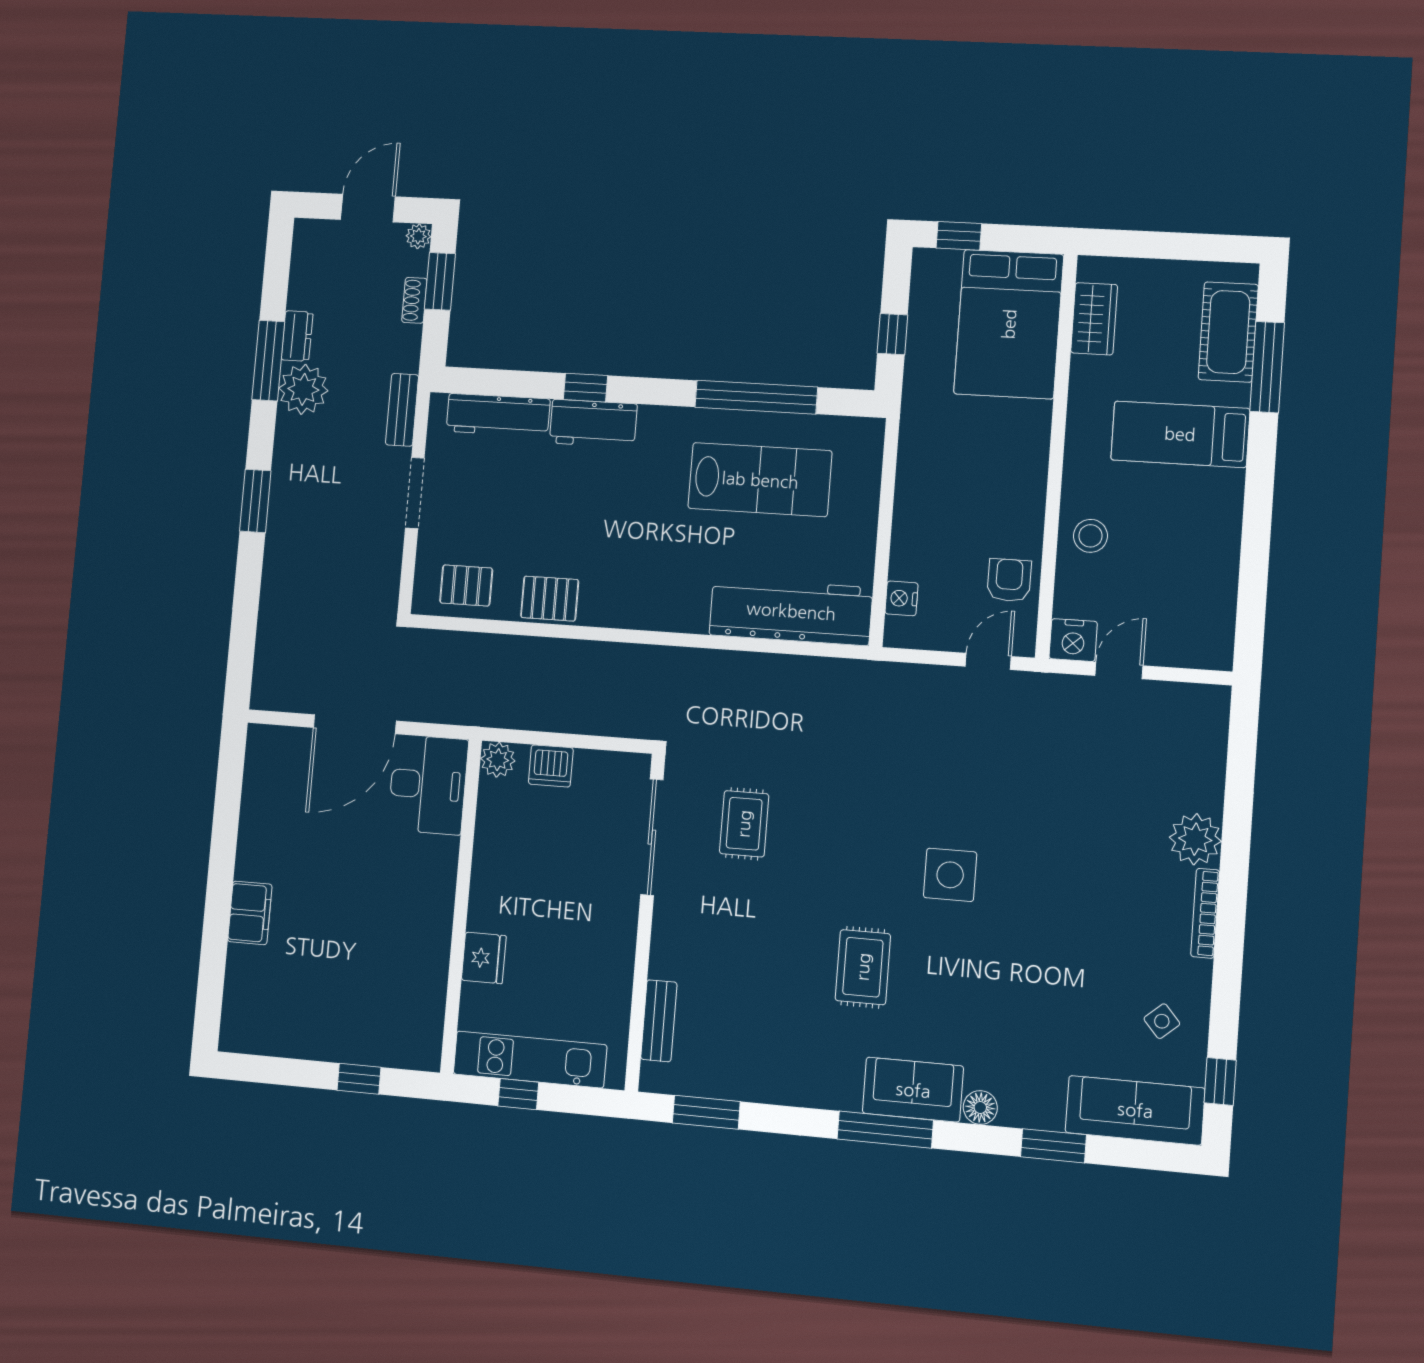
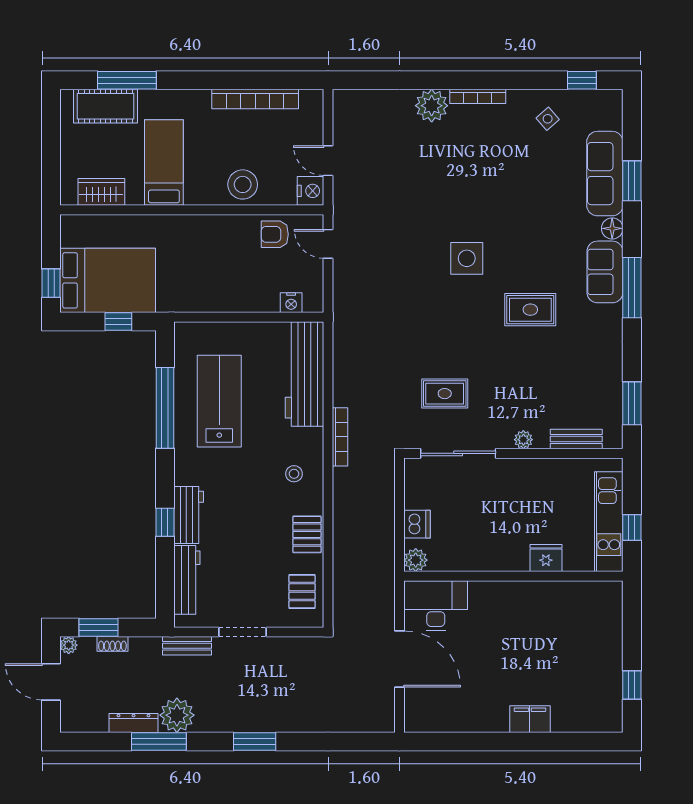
bed: (1009, 324) -> (108, 280), moved
dresser: (297, 336) -> (134, 723), width x1.44
bed: (1180, 434) -> (164, 163), moved, turned 180
stool: (1090, 536) -> (243, 184), width x1.38, depth x1.38
bookcase: (1224, 564) -> (255, 99), added
stool: (642, 585) -> (294, 474), added
bookcase: (691, 659) -> (340, 437), added
plant: (664, 939) -> (523, 440), added
window: (359, 1079) -> (632, 685), moved
sofa: (1135, 1110) -> (605, 174), moved

